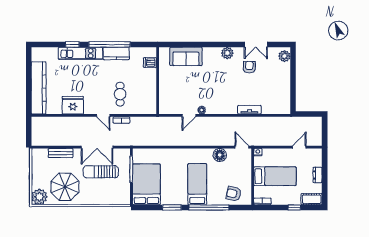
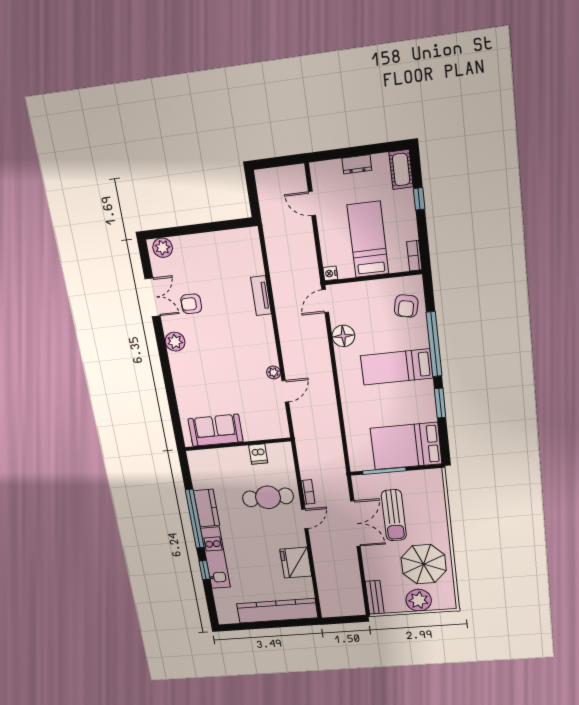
sofa: (186, 56) -> (216, 430), moved, turned -90
dishwasher: (150, 63) -> (258, 454), moved
cafe table: (120, 94) -> (268, 497), width x1.37, depth x1.35
door: (189, 115) -> (285, 391), hinge flipped
bench: (61, 153) -> (375, 597), moved
plant: (39, 197) -> (419, 600), moved

